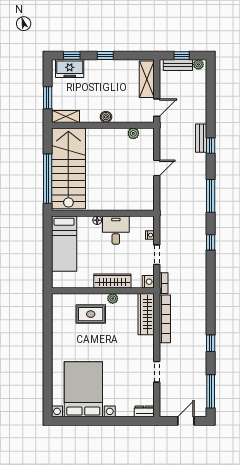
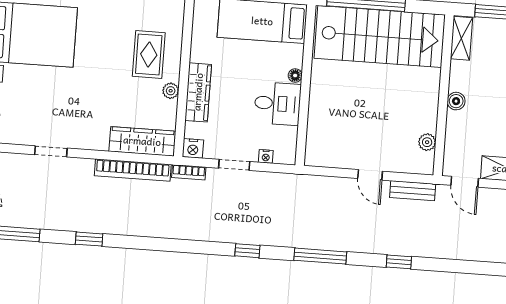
bench: (201, 138) -> (413, 191), moved

